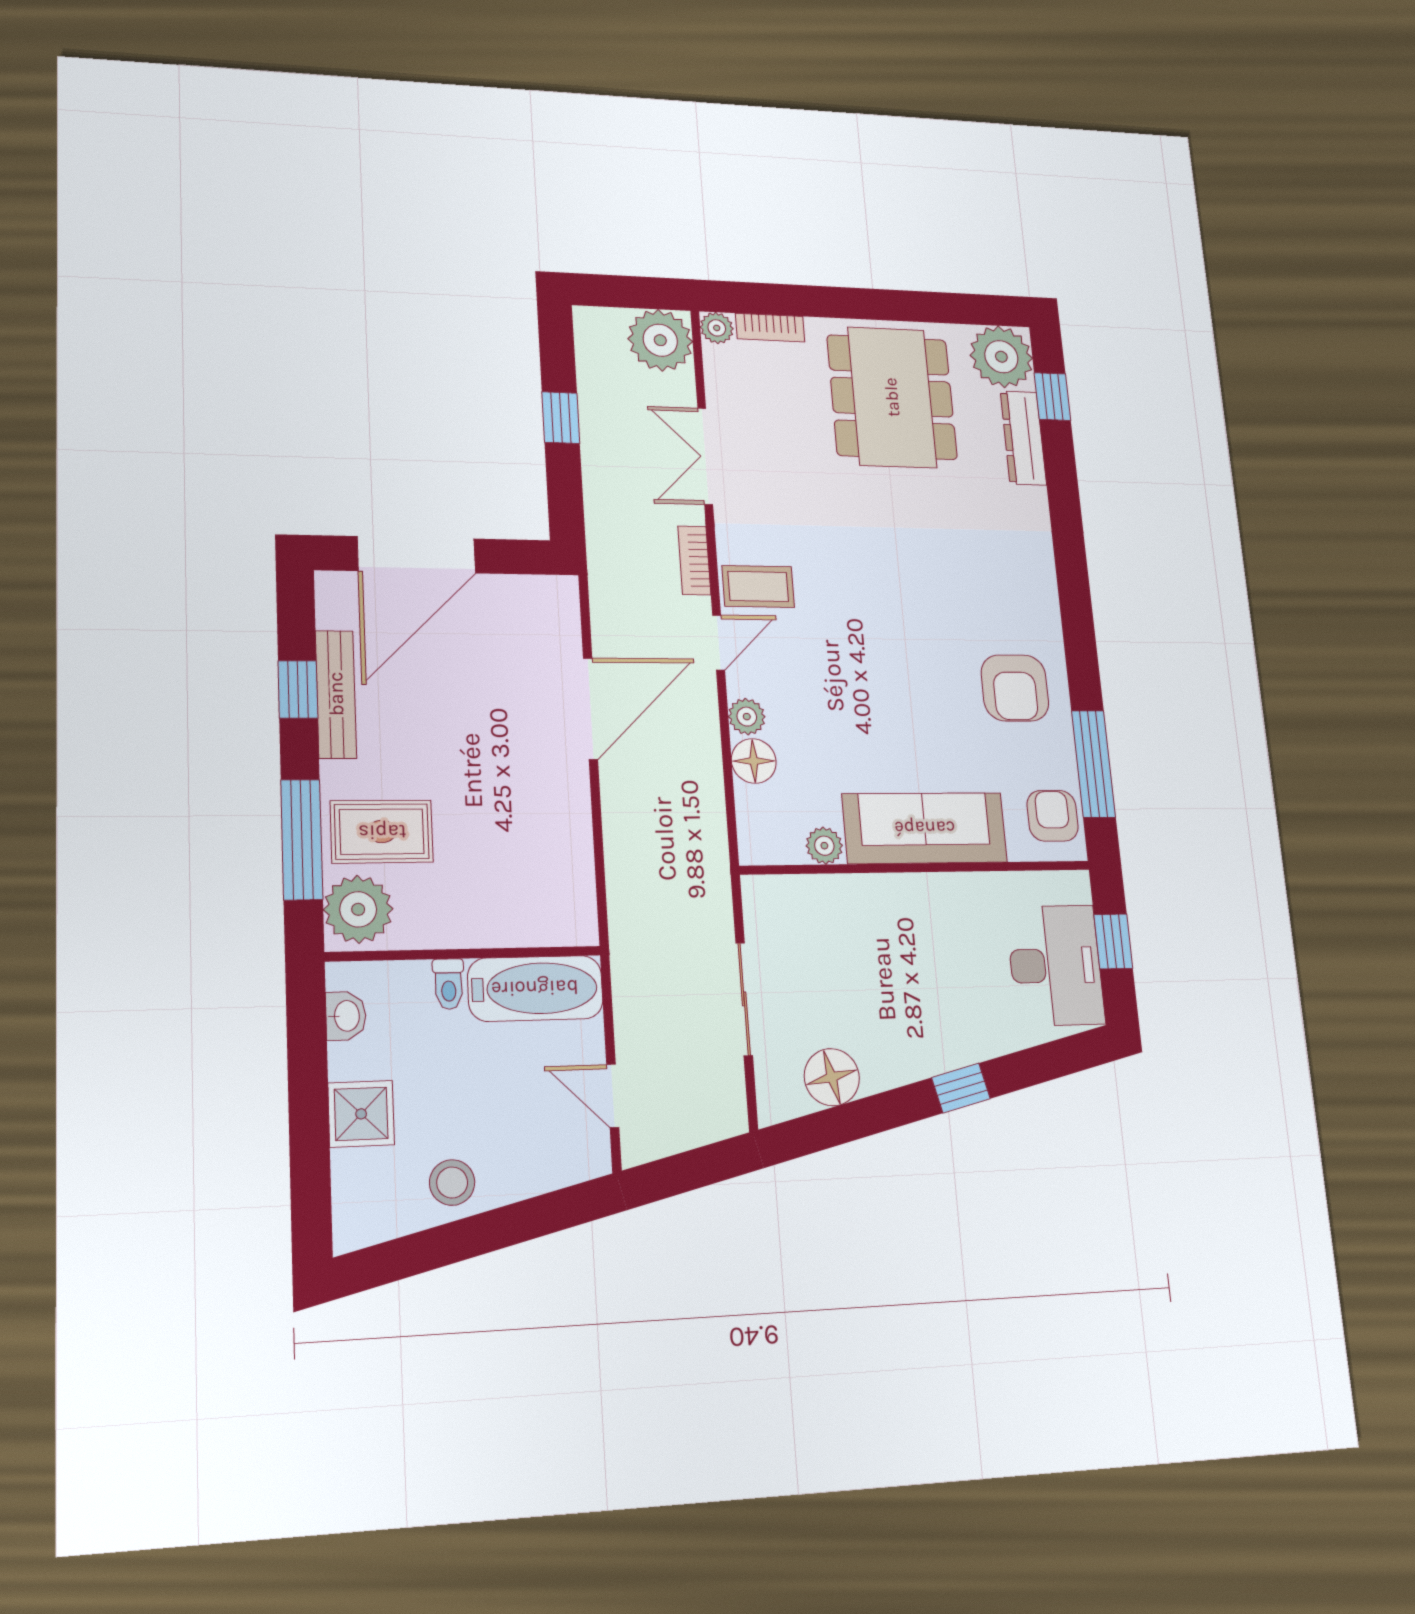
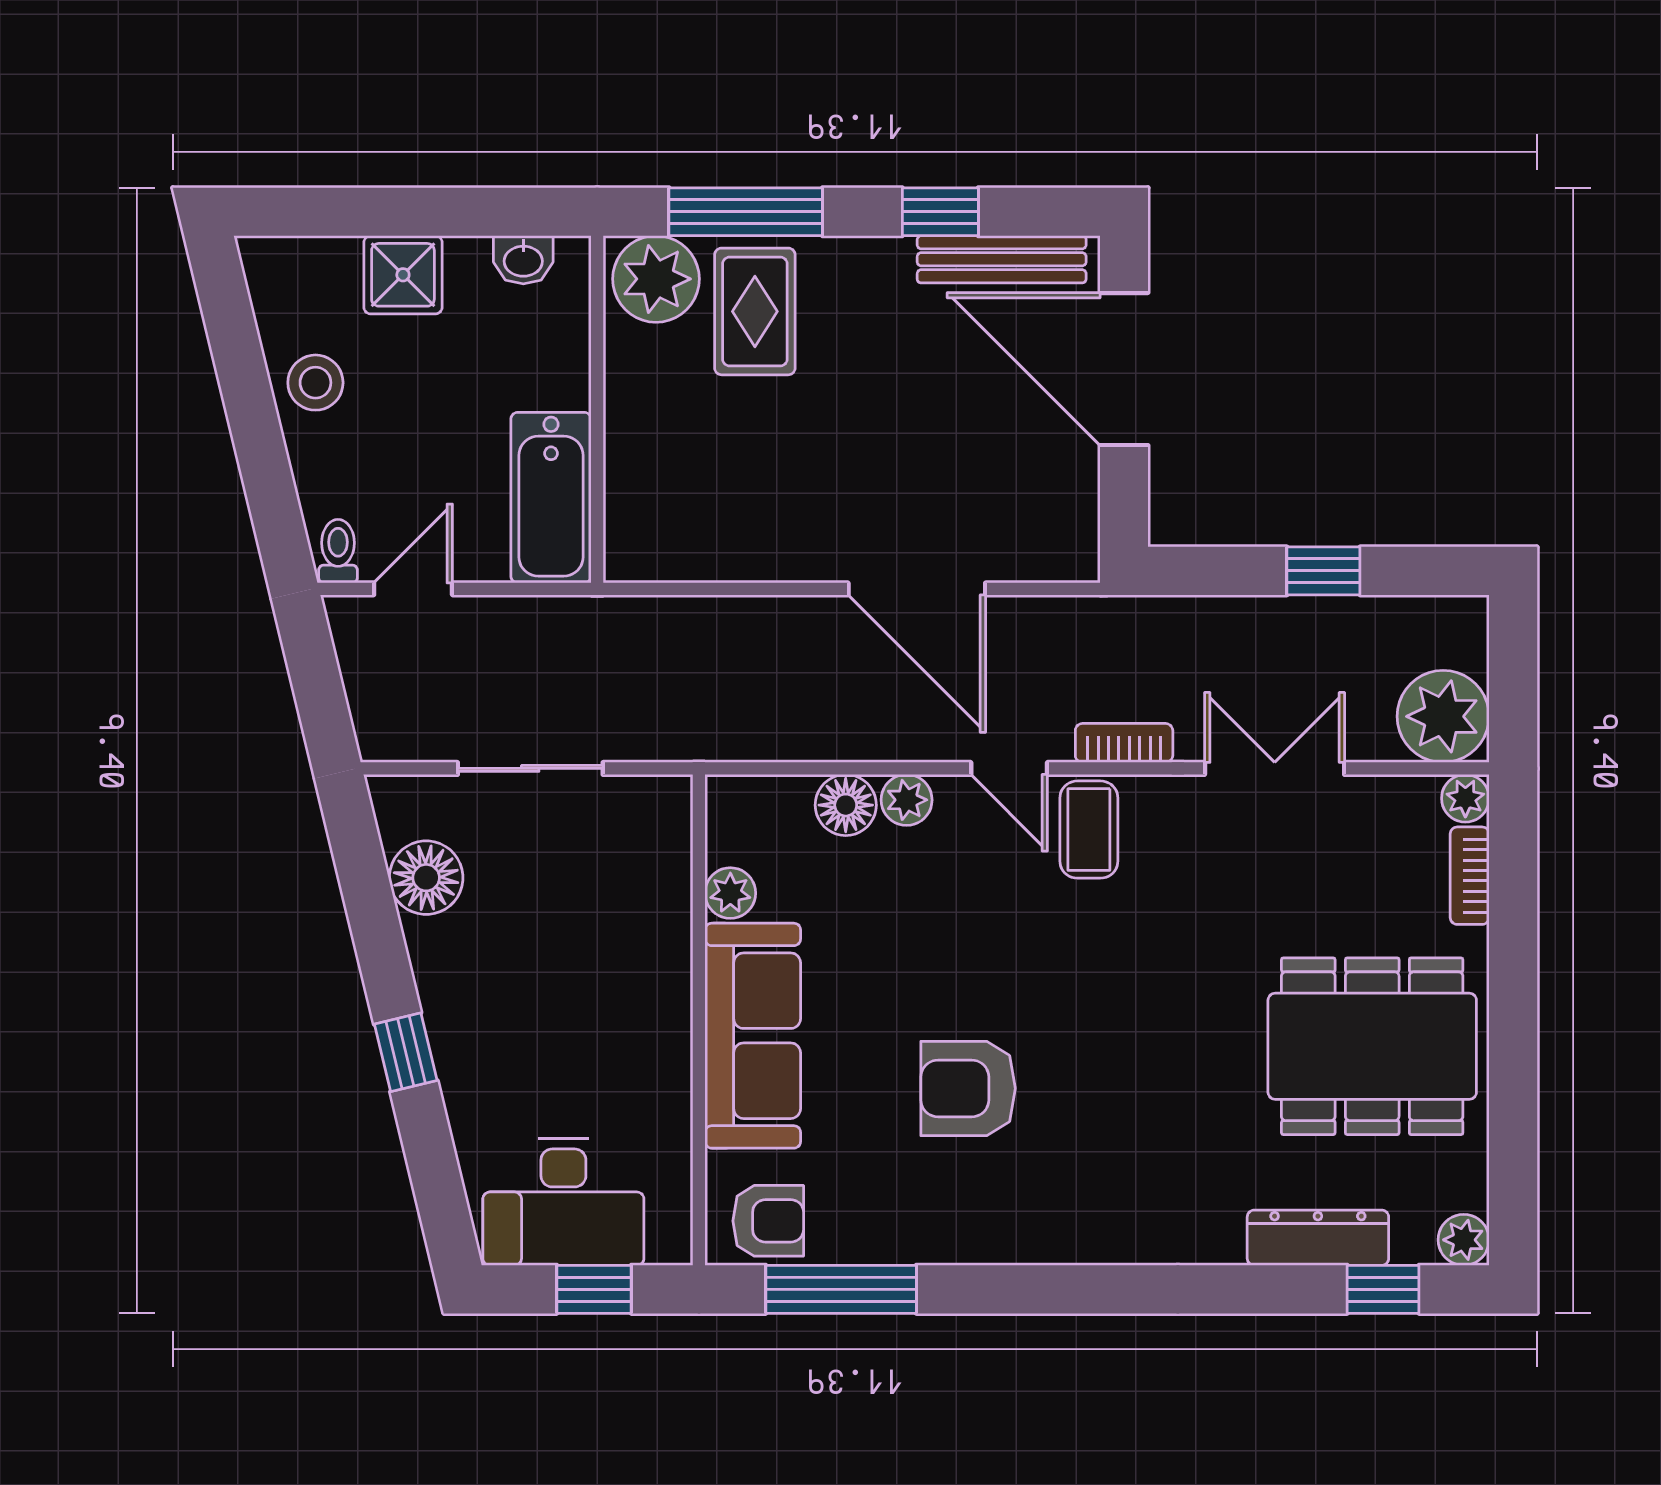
plant: (1001, 357) -> (1464, 1240), width x0.53, depth x0.53
armchair: (1015, 688) -> (968, 1088), moved
bench: (336, 694) -> (1002, 259), moved
toilet: (449, 984) -> (338, 551), moved, turned 90

